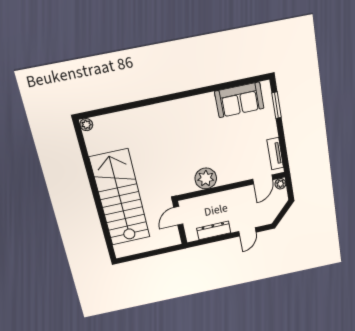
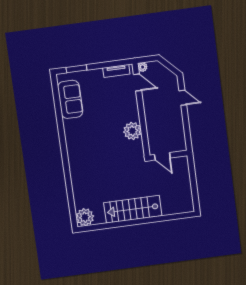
plant: (86, 125) -> (85, 217), width x1.88, depth x1.88
stairs: (120, 198) -> (133, 209), width x0.73, depth x0.66
dresser: (214, 230) -> (178, 127), removed

